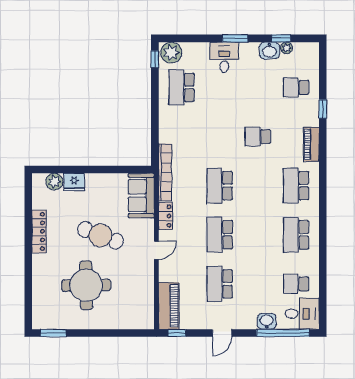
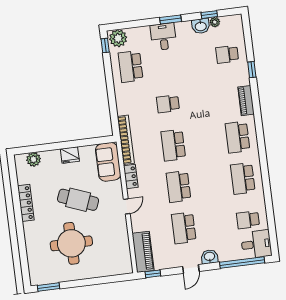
school desk: (258, 137) -> (168, 104), moved
fridge: (74, 182) -> (70, 155), moved
washbasin: (267, 321) -> (210, 257), moved

